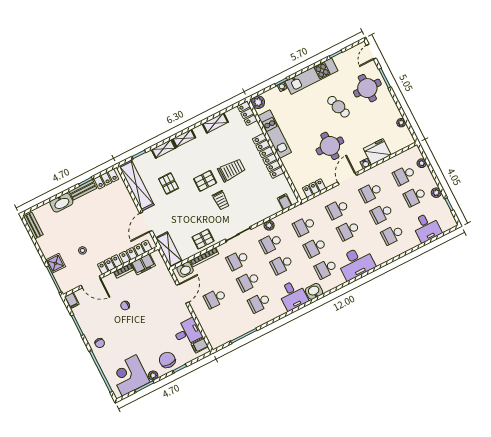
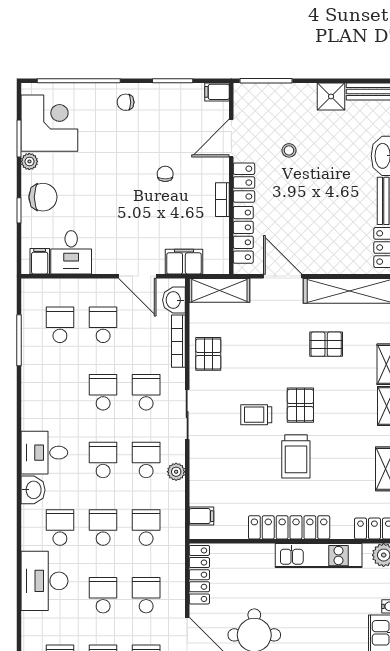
locker: (314, 188) -> (199, 575), width x1.53
shower: (56, 263) -> (331, 96), moved
filing cabinet: (143, 264) -> (184, 262), moved, turned 90
school desk: (259, 303) -> (60, 325), moved

